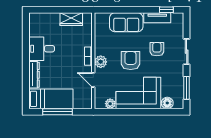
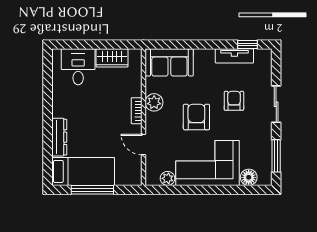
sofa: (126, 22) -> (169, 62), moved
desk: (42, 49) -> (78, 67), moved, turned 90
plant: (101, 62) -> (154, 102), moved

